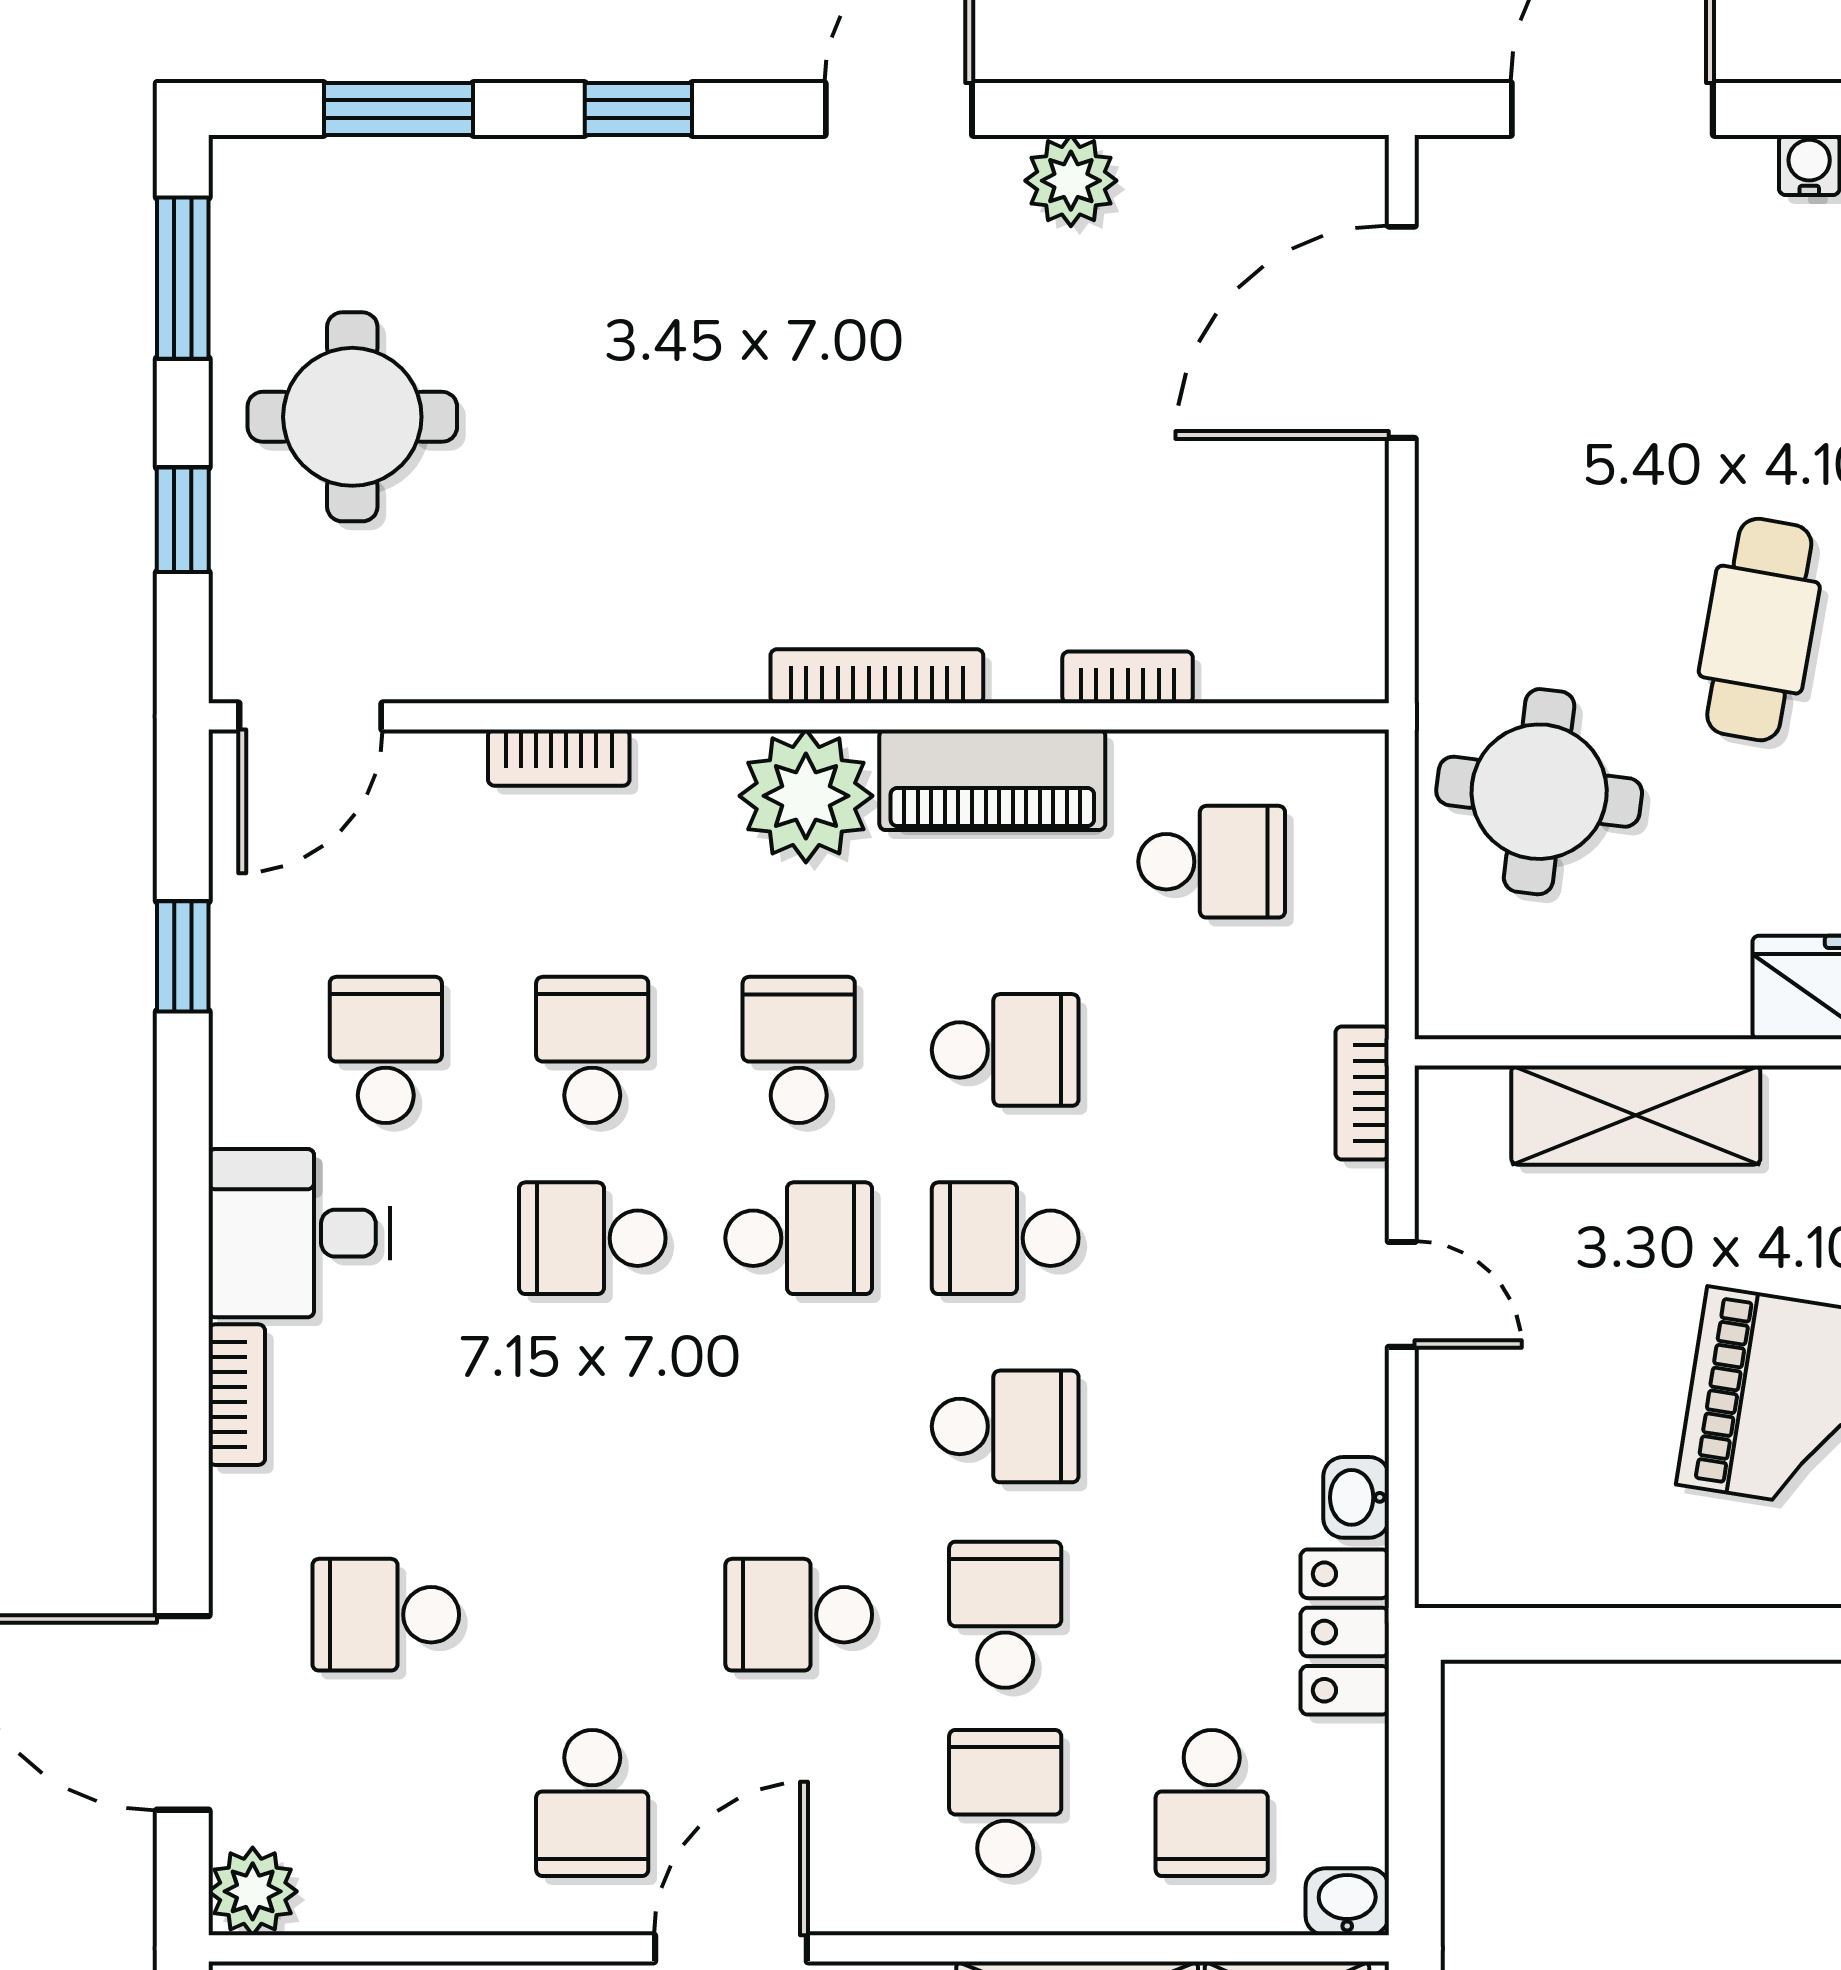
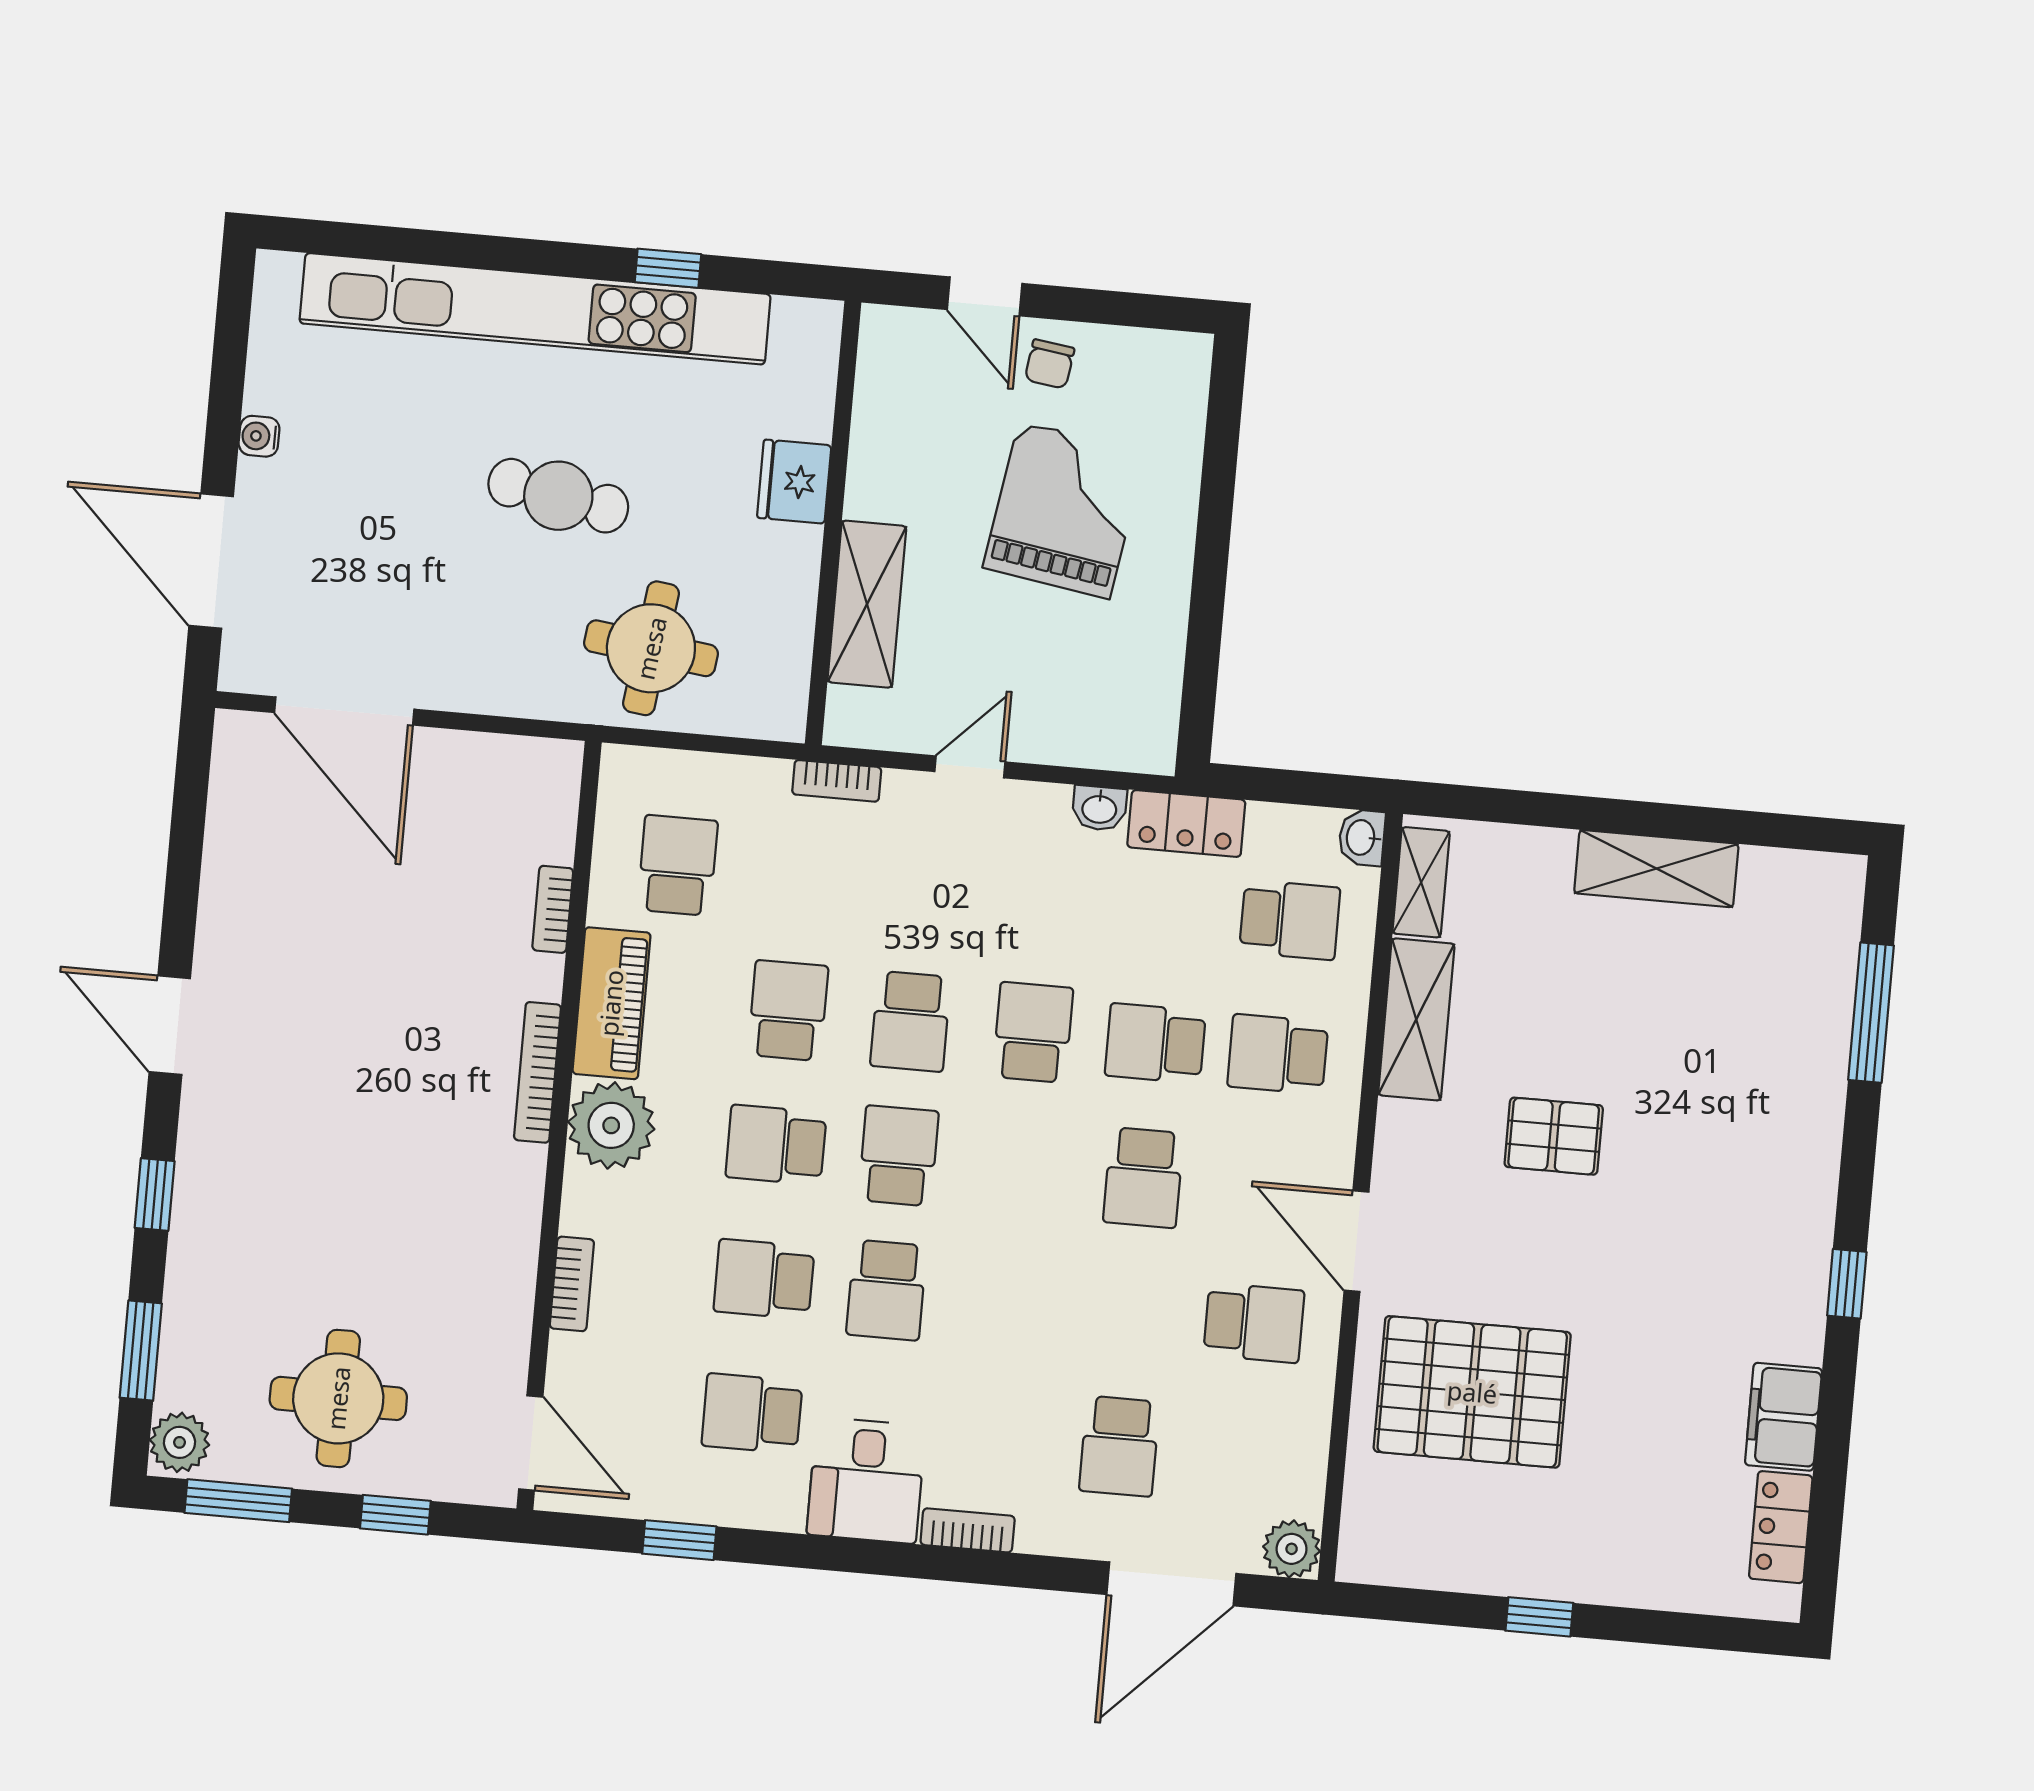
plant: (1071, 181) -> (180, 1442), moved

